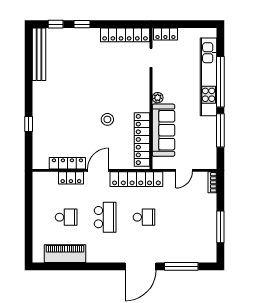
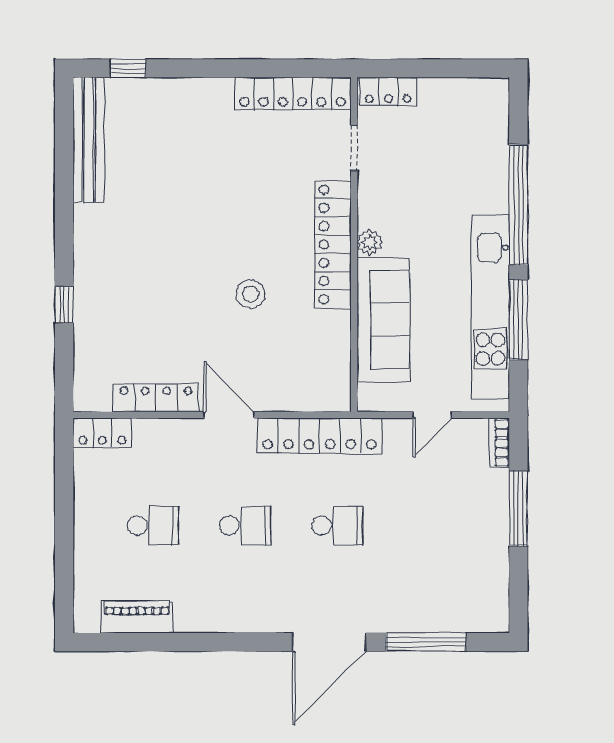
window: (82, 24) -> (191, 68), removed
kitchen unit: (209, 77) -> (490, 307), moved
locker: (142, 140) -> (333, 244), moved
door: (98, 170) -> (229, 415), hinge flipped
locker: (71, 178) -> (102, 433), moved
school desk: (105, 217) -> (245, 526), width x0.54
window: (220, 227) -> (518, 508), moved
piano: (65, 254) -> (137, 617), width x0.73, depth x0.75

